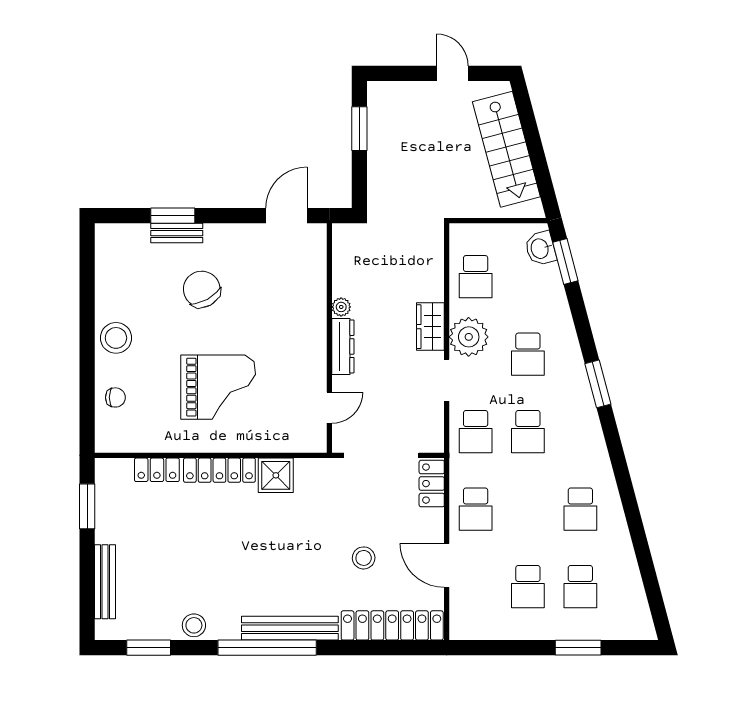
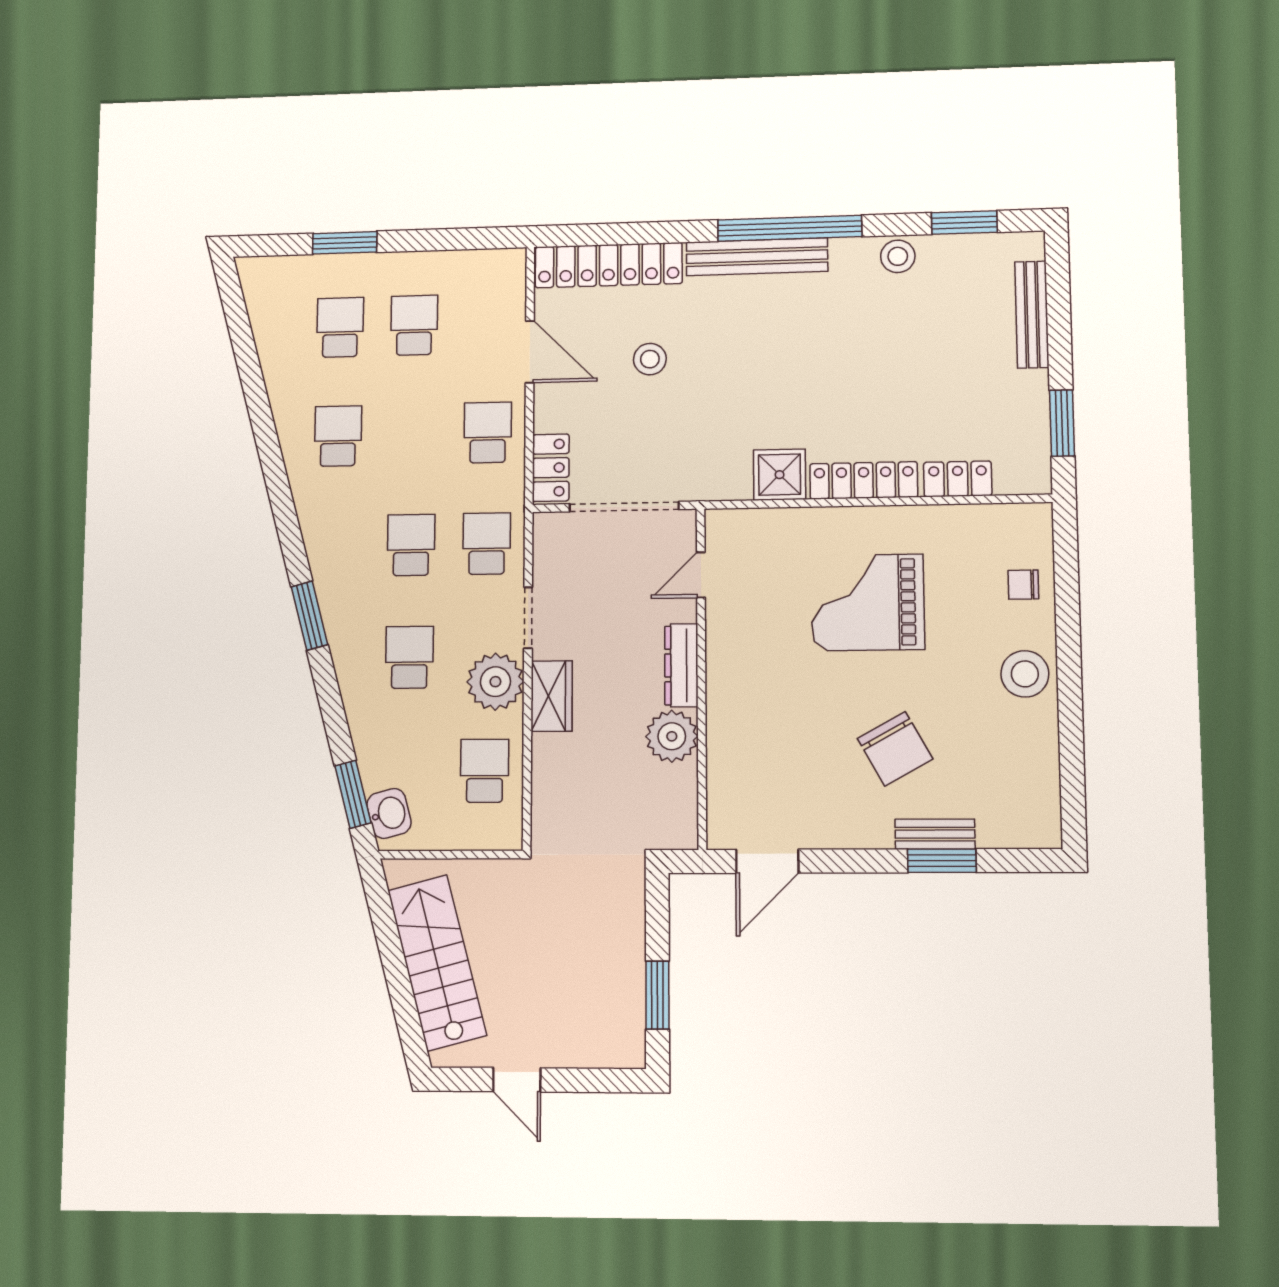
plant: (341, 307) -> (672, 736), width x1.87, depth x1.87

